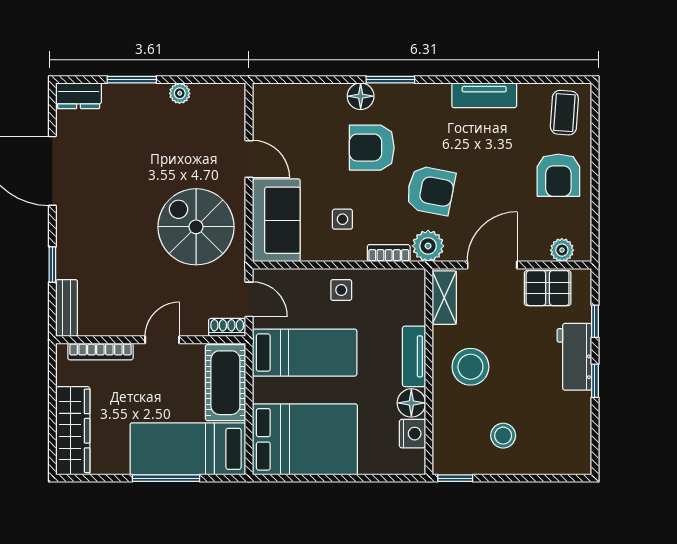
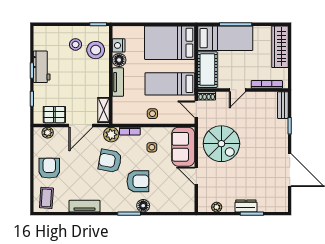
plant: (180, 93) -> (217, 207), moved
dresser: (79, 96) -> (246, 206), moved
workbench: (574, 357) -> (42, 67), moved
stool: (470, 367) -> (96, 50), moved

